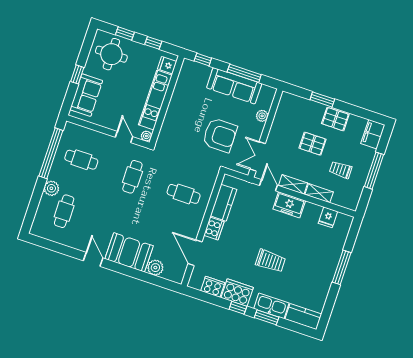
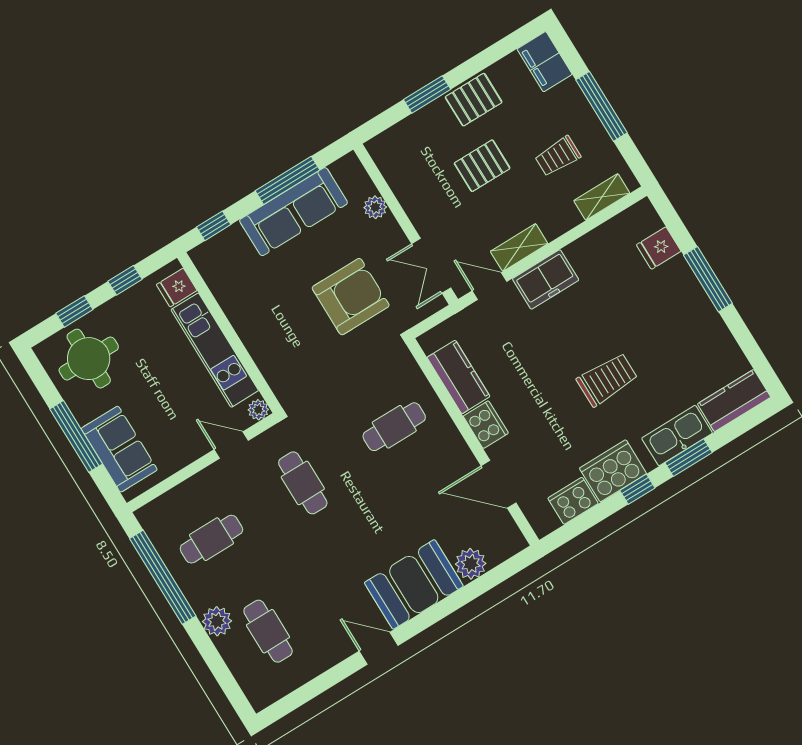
window: (77, 74) -> (76, 436), width x2.17
shelving: (319, 193) -> (602, 197), moved
fridge: (328, 217) -> (659, 248), moved, turned 90

